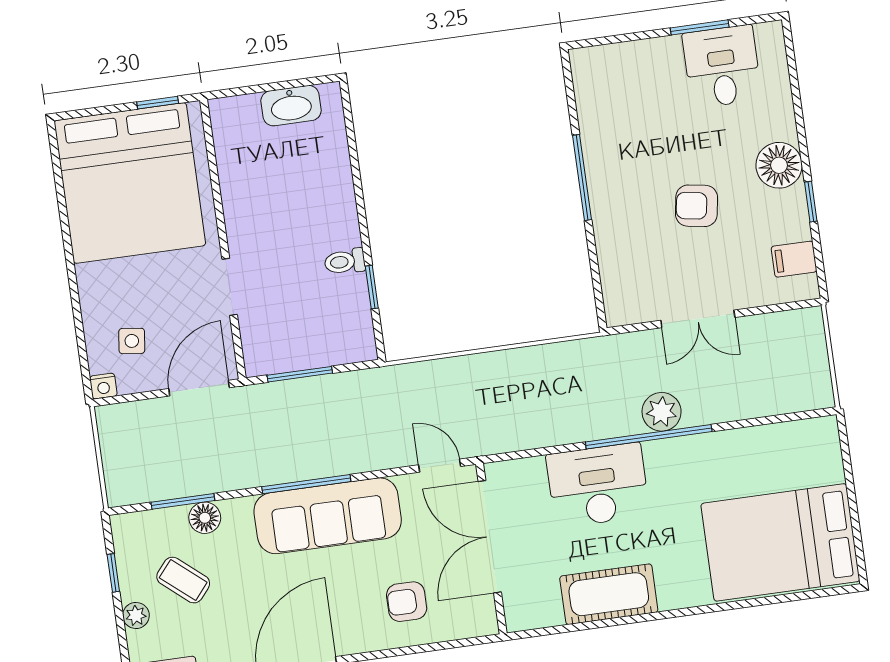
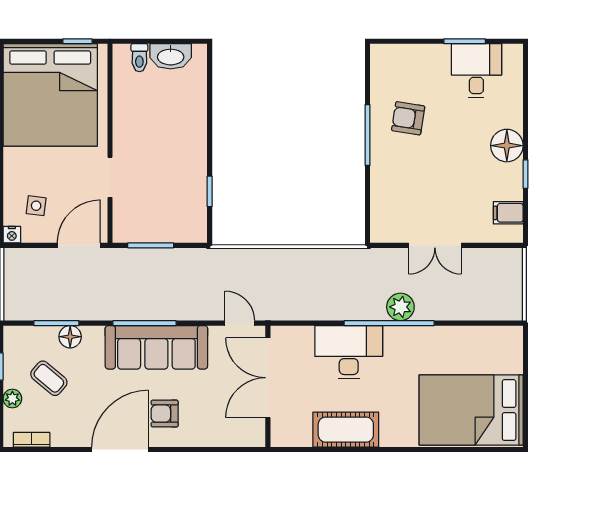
armchair: (697, 206) -> (408, 118), moved
toilet: (345, 262) -> (139, 58), moved, turned -90
armchair: (407, 602) -> (165, 414), moved

